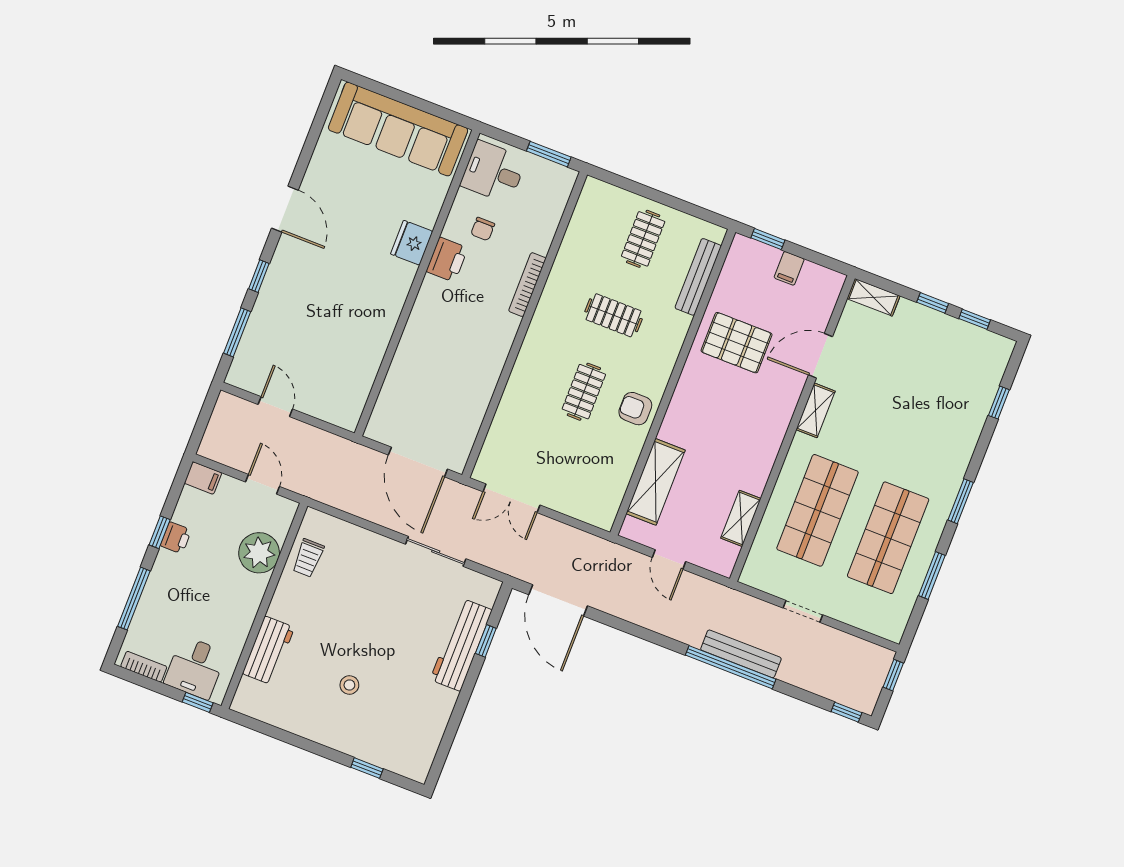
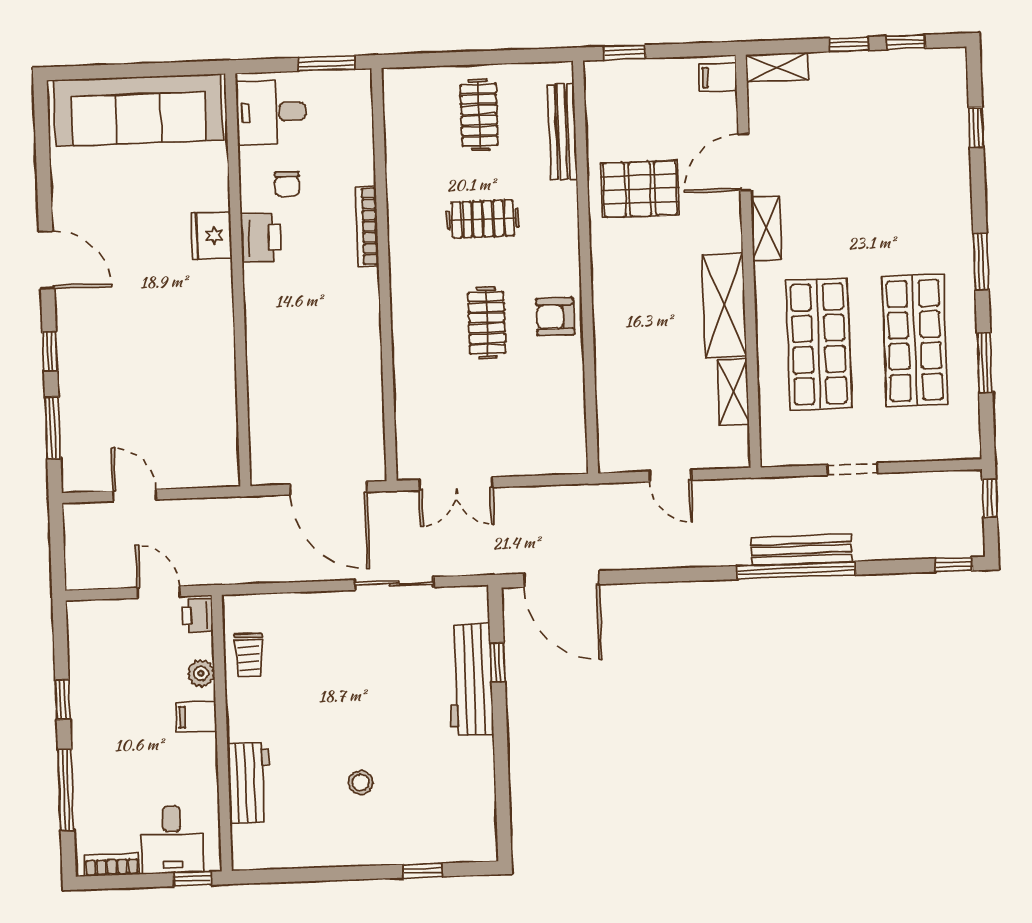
filing cabinet: (789, 268) -> (718, 77), moved, turned 90
filing cabinet: (203, 478) -> (196, 717), moved, turned 180
shelving: (656, 482) -> (724, 305), moved
printer: (176, 538) -> (197, 615), moved, turned 180
plant: (259, 553) -> (201, 673), width x0.53, depth x0.53

